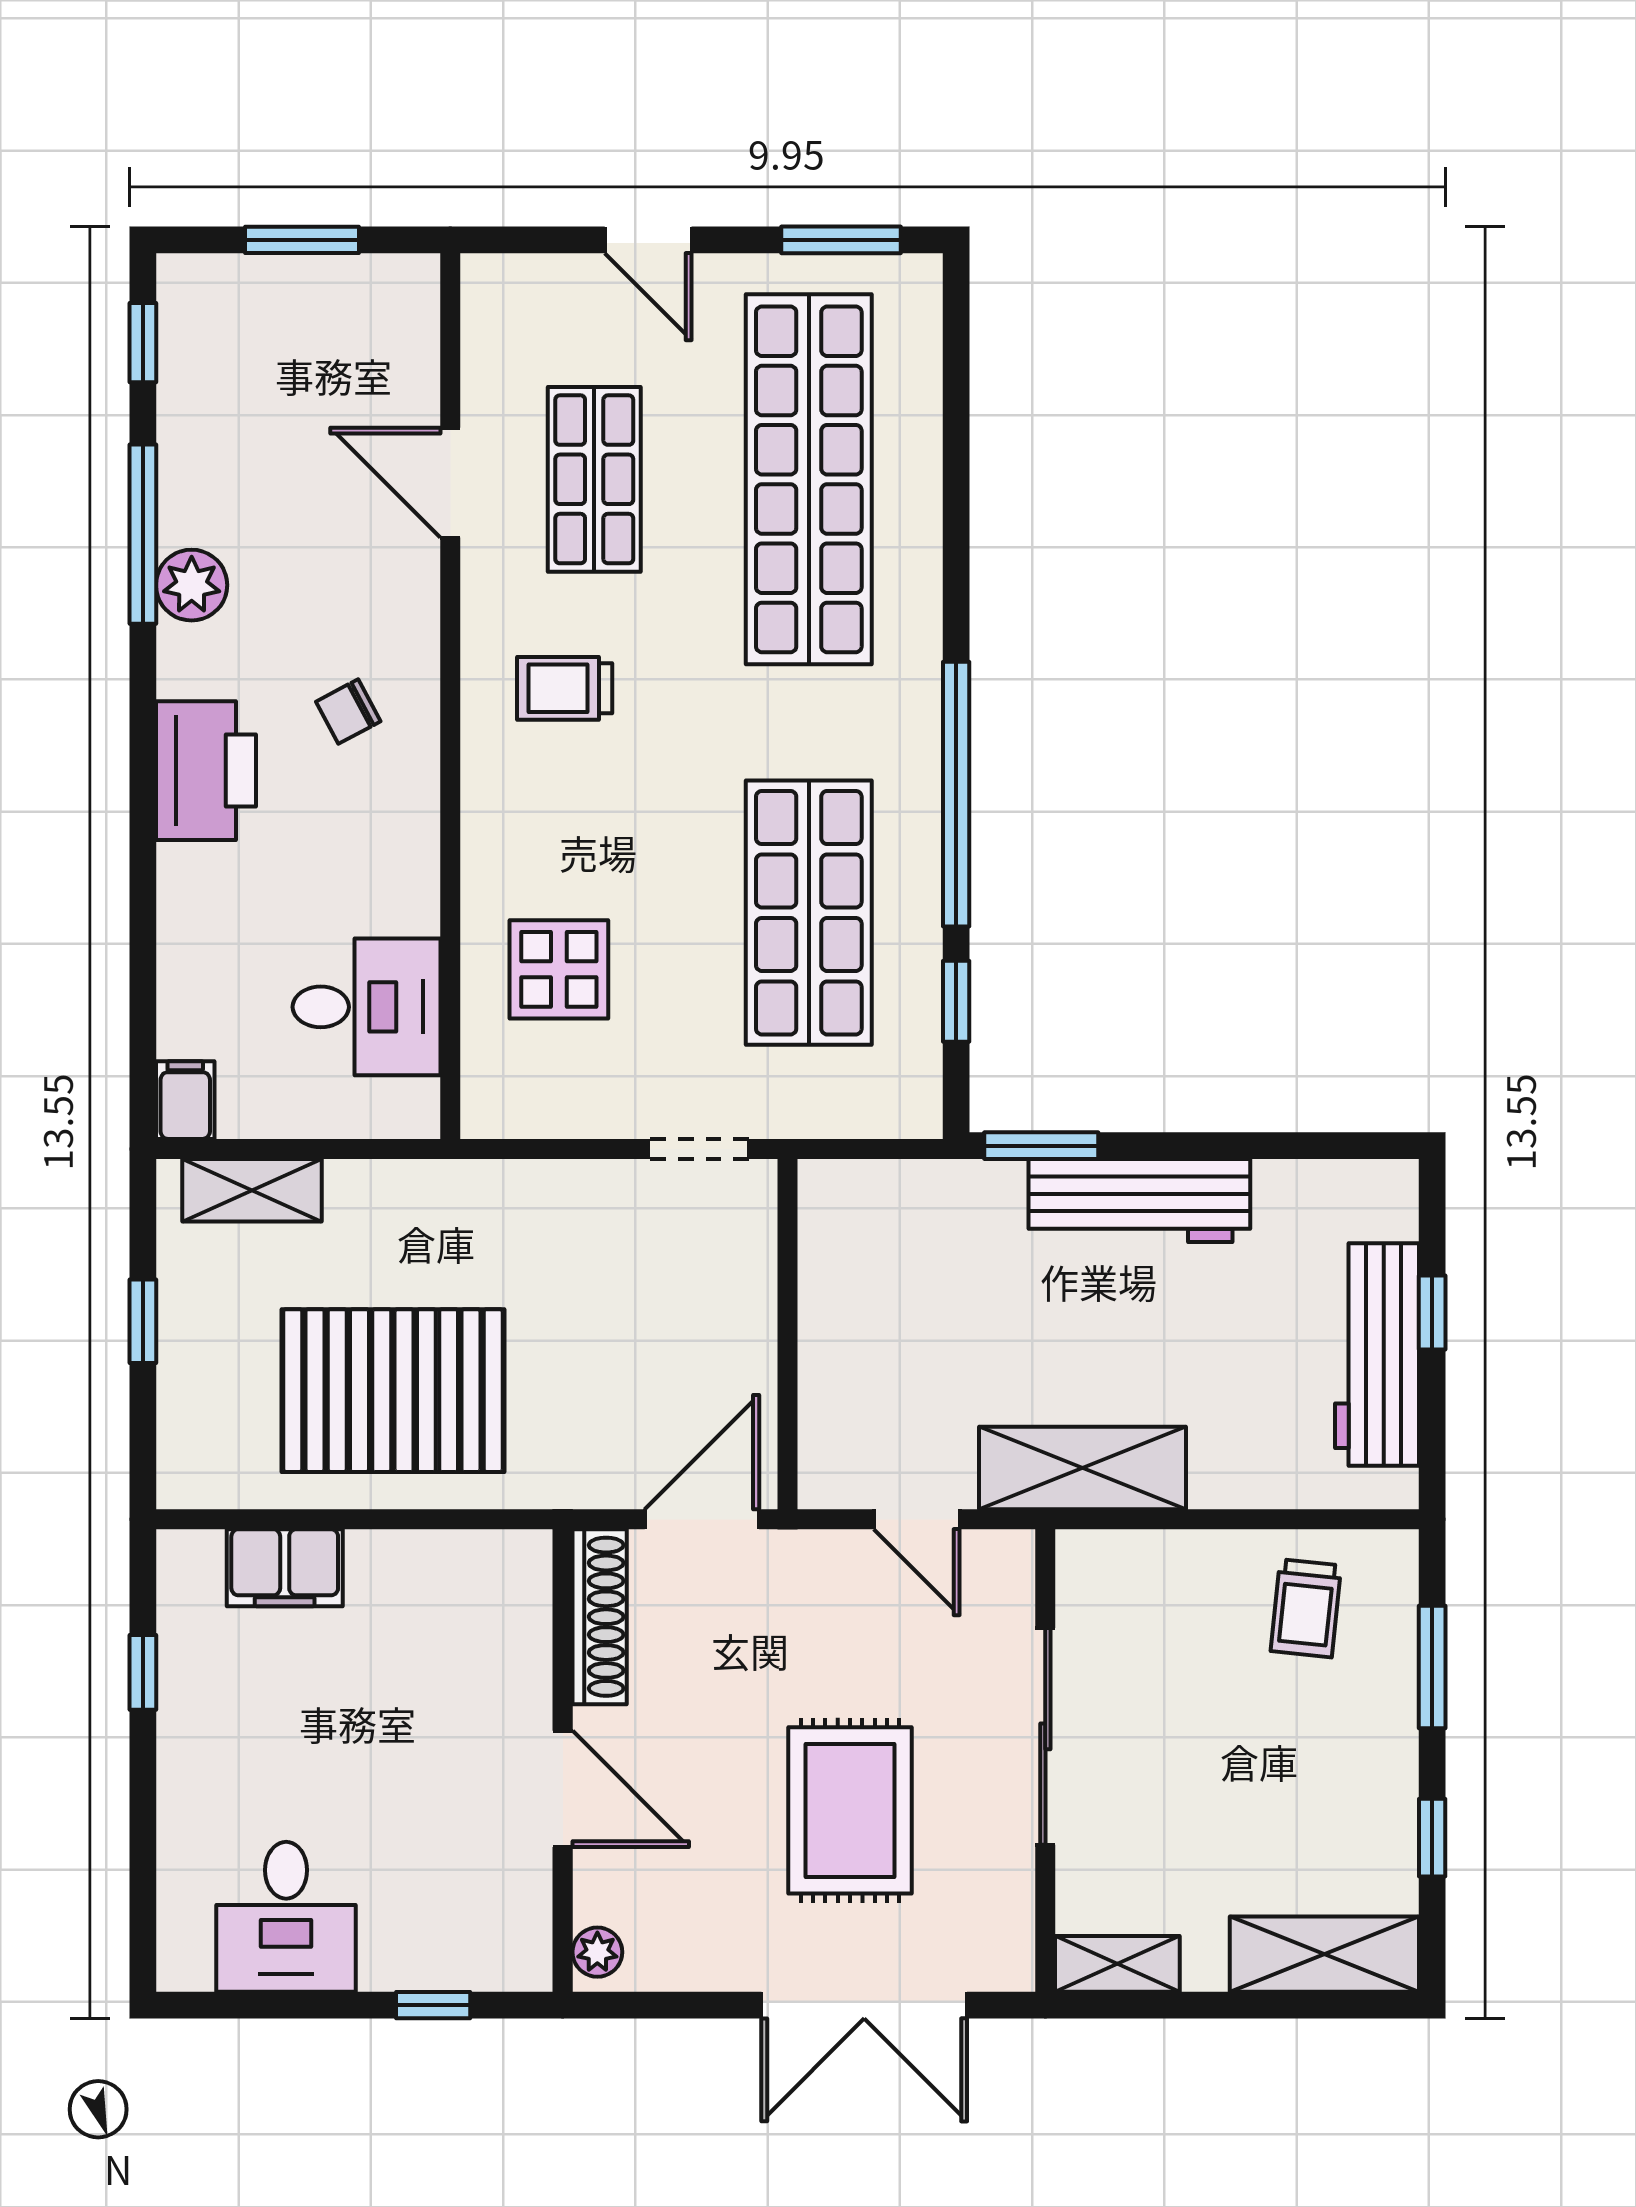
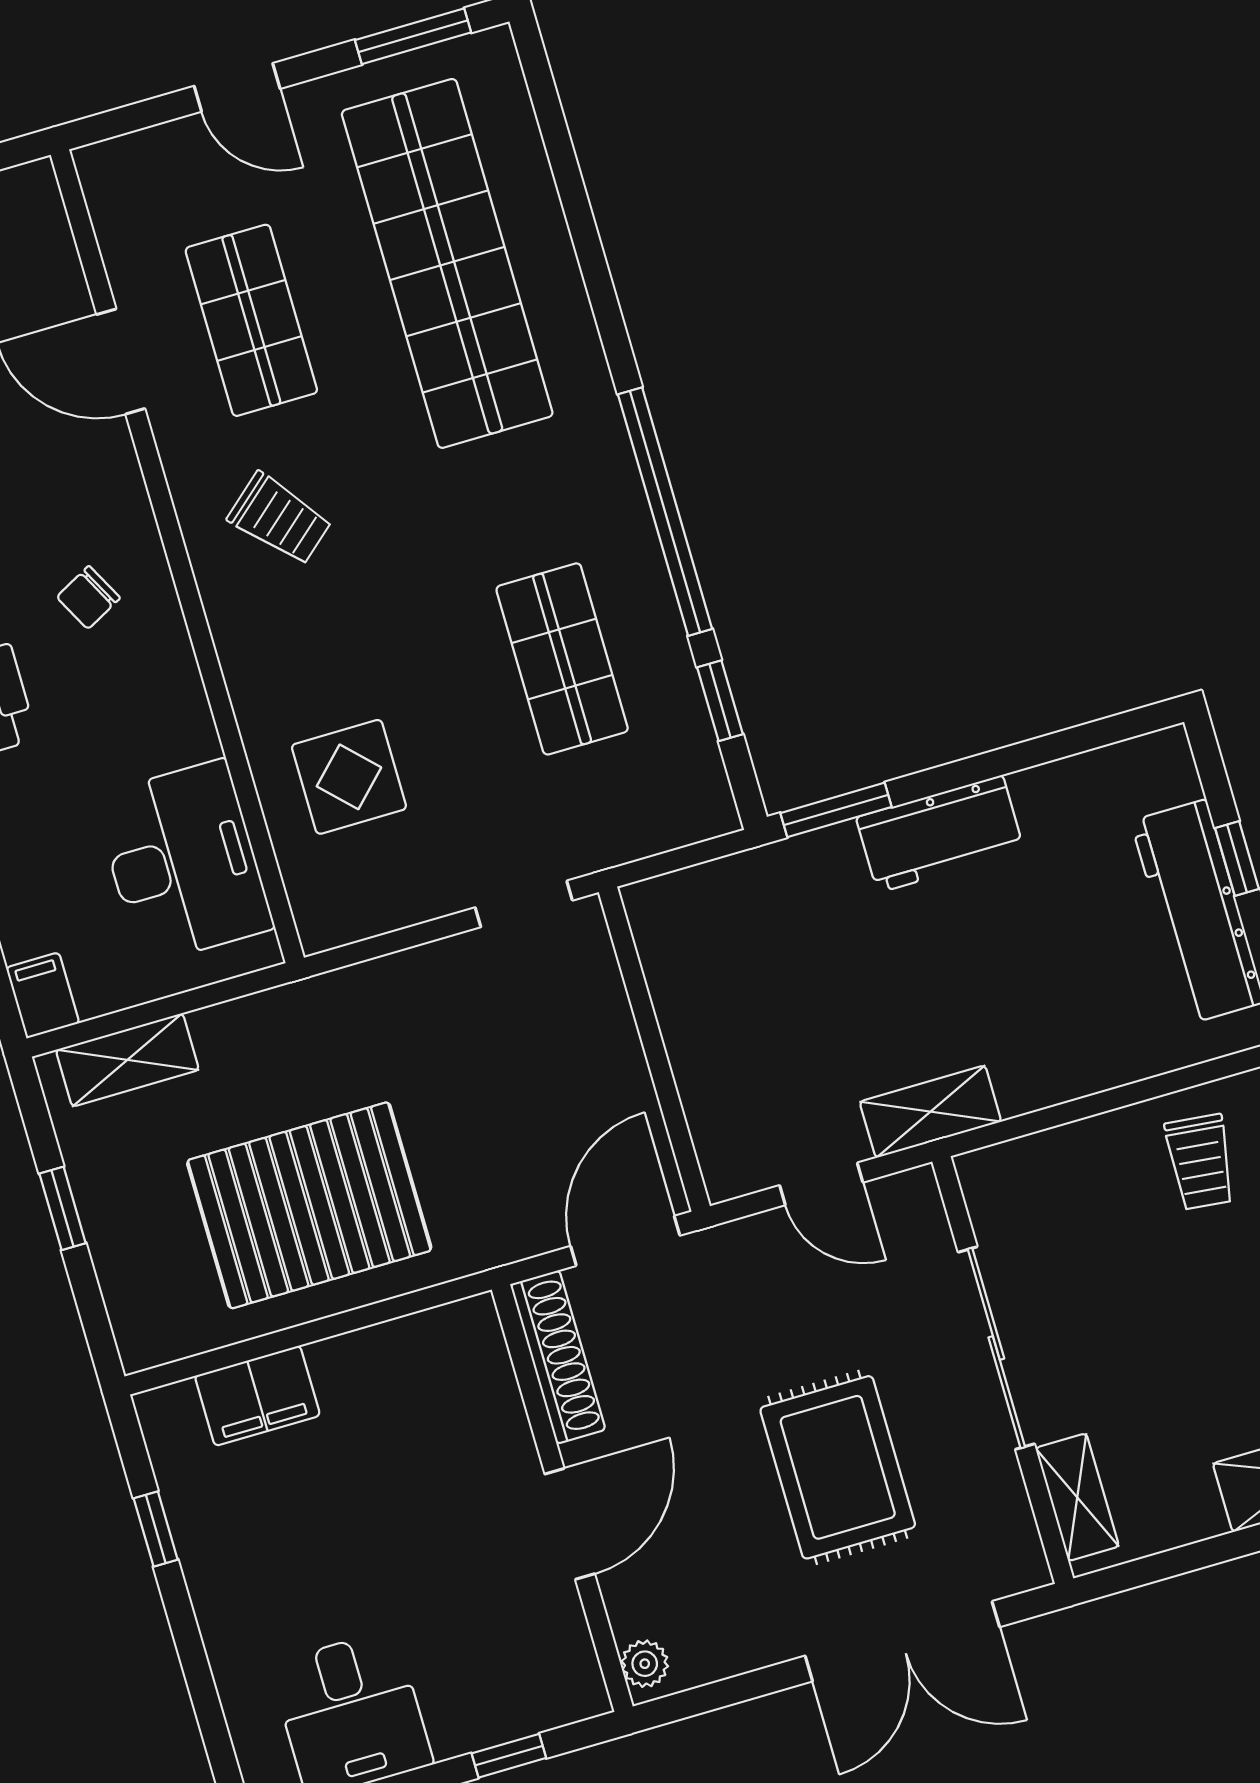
trolley: (565, 688) -> (280, 519), turned -131
shop shelf: (809, 913) -> (562, 659), width x0.70, depth x0.74
desk: (367, 1007) -> (183, 862), width x1.37
workbench: (1139, 1200) -> (940, 834), width x0.73
shelving: (1083, 1468) -> (930, 1112), width x0.67, depth x0.75
door: (563, 1789) -> (570, 1524), hinge flipped
shelving: (1117, 1964) -> (1077, 1497), moved, turned 90

